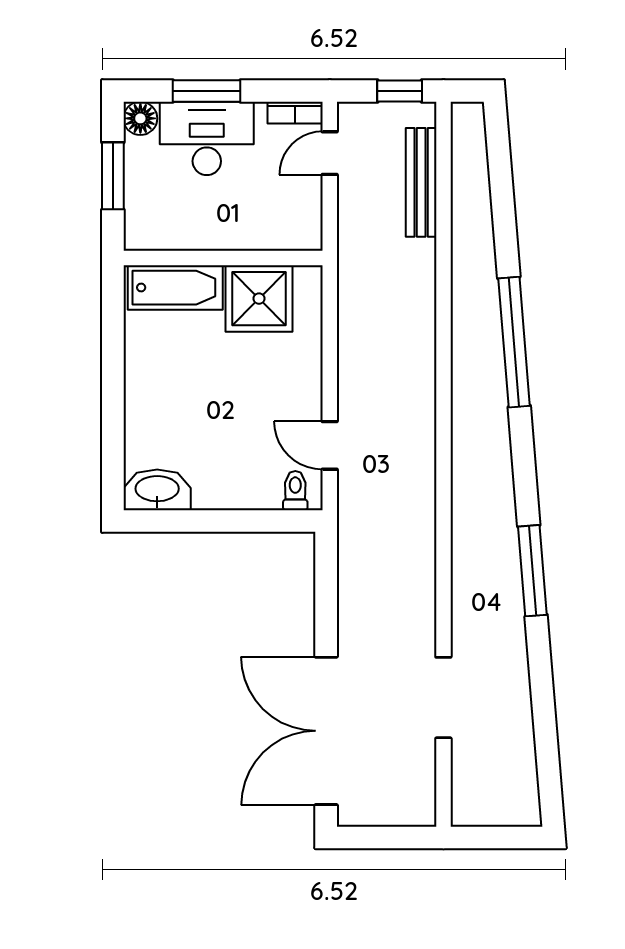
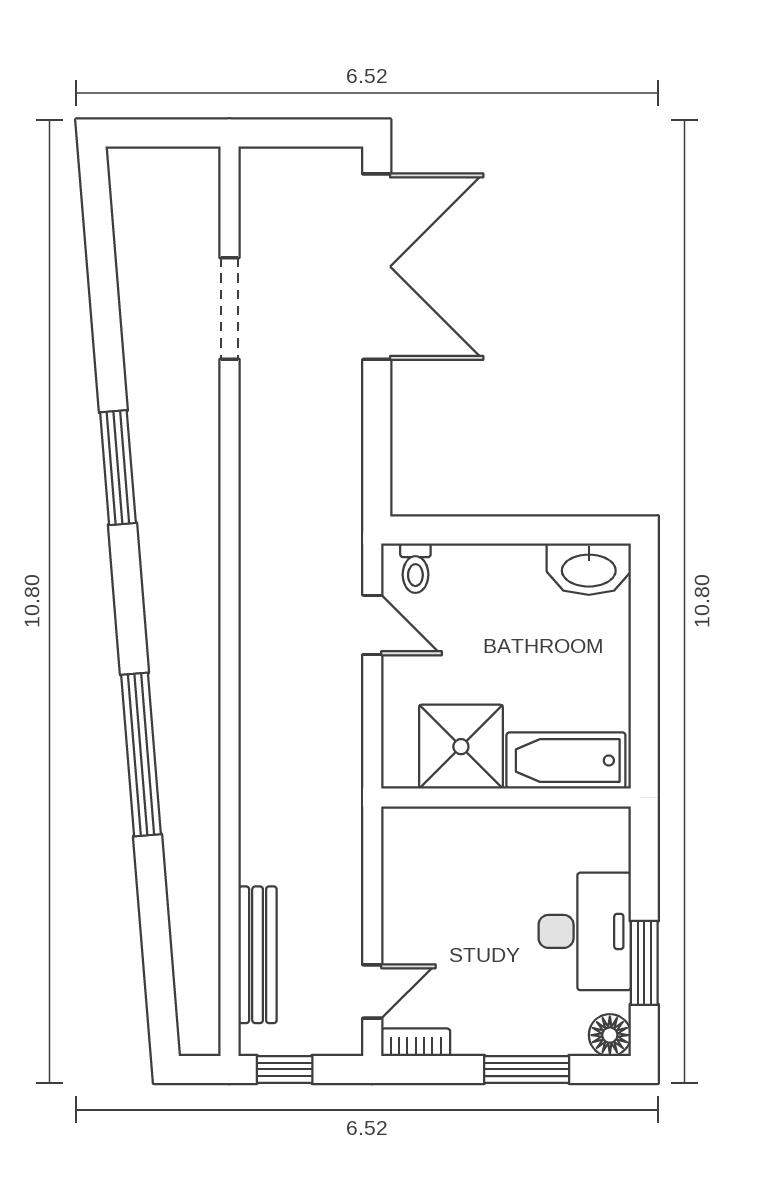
desk: (207, 138) -> (585, 931), moved, turned -90
wall: (223, 258) -> (506, 797), moved
bathtub: (175, 288) -> (566, 760), moved
shower: (259, 299) -> (461, 747), moved

